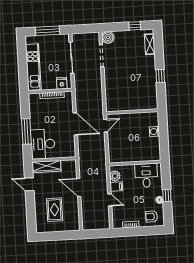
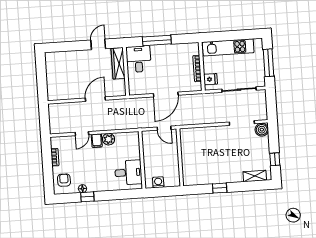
desk: (43, 144) -> (139, 59), width x0.73
wall: (135, 163) -> (142, 160), moved
desk: (146, 175) -> (128, 172), moved
rug: (55, 210) -> (70, 73), removed

